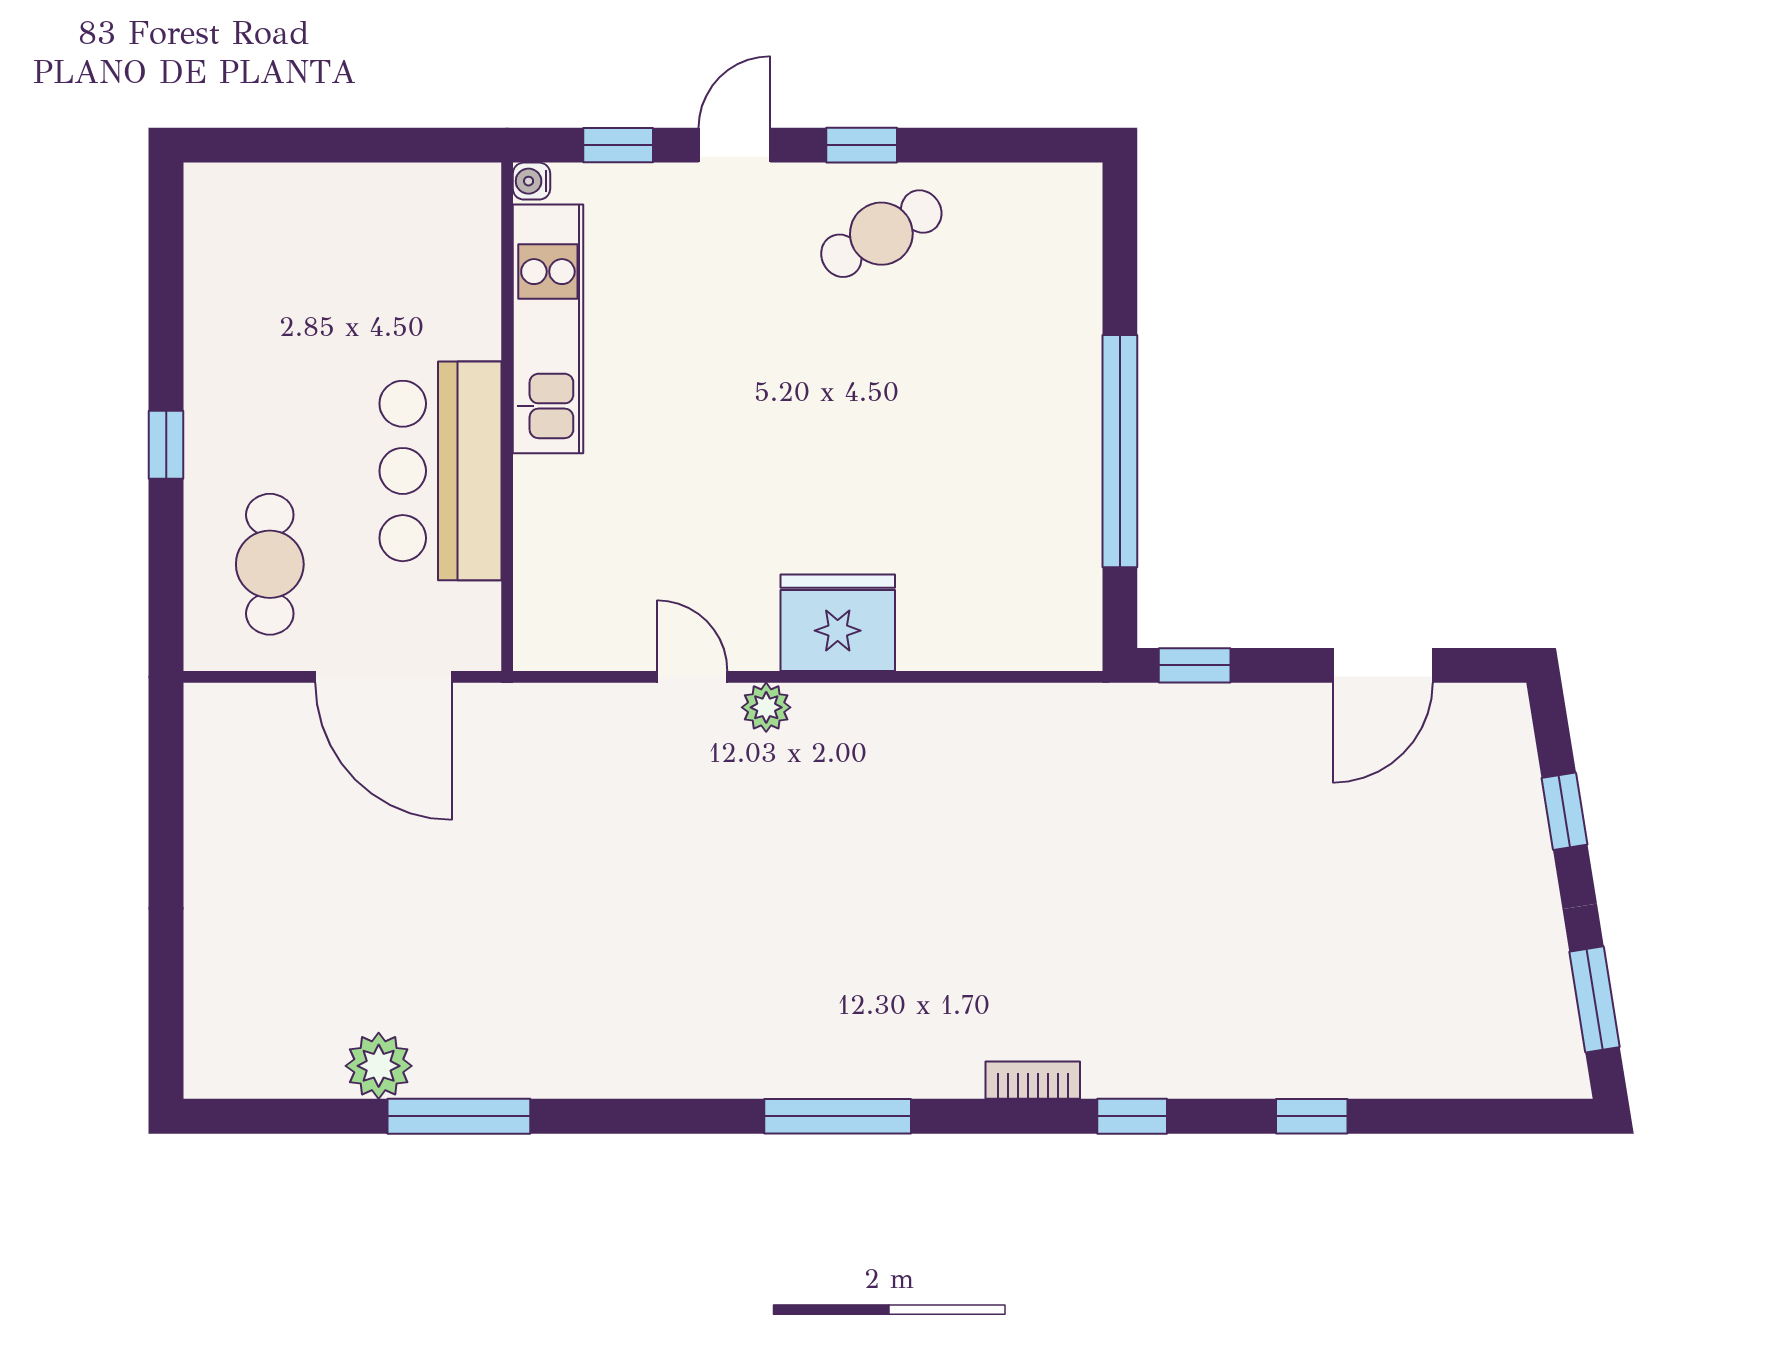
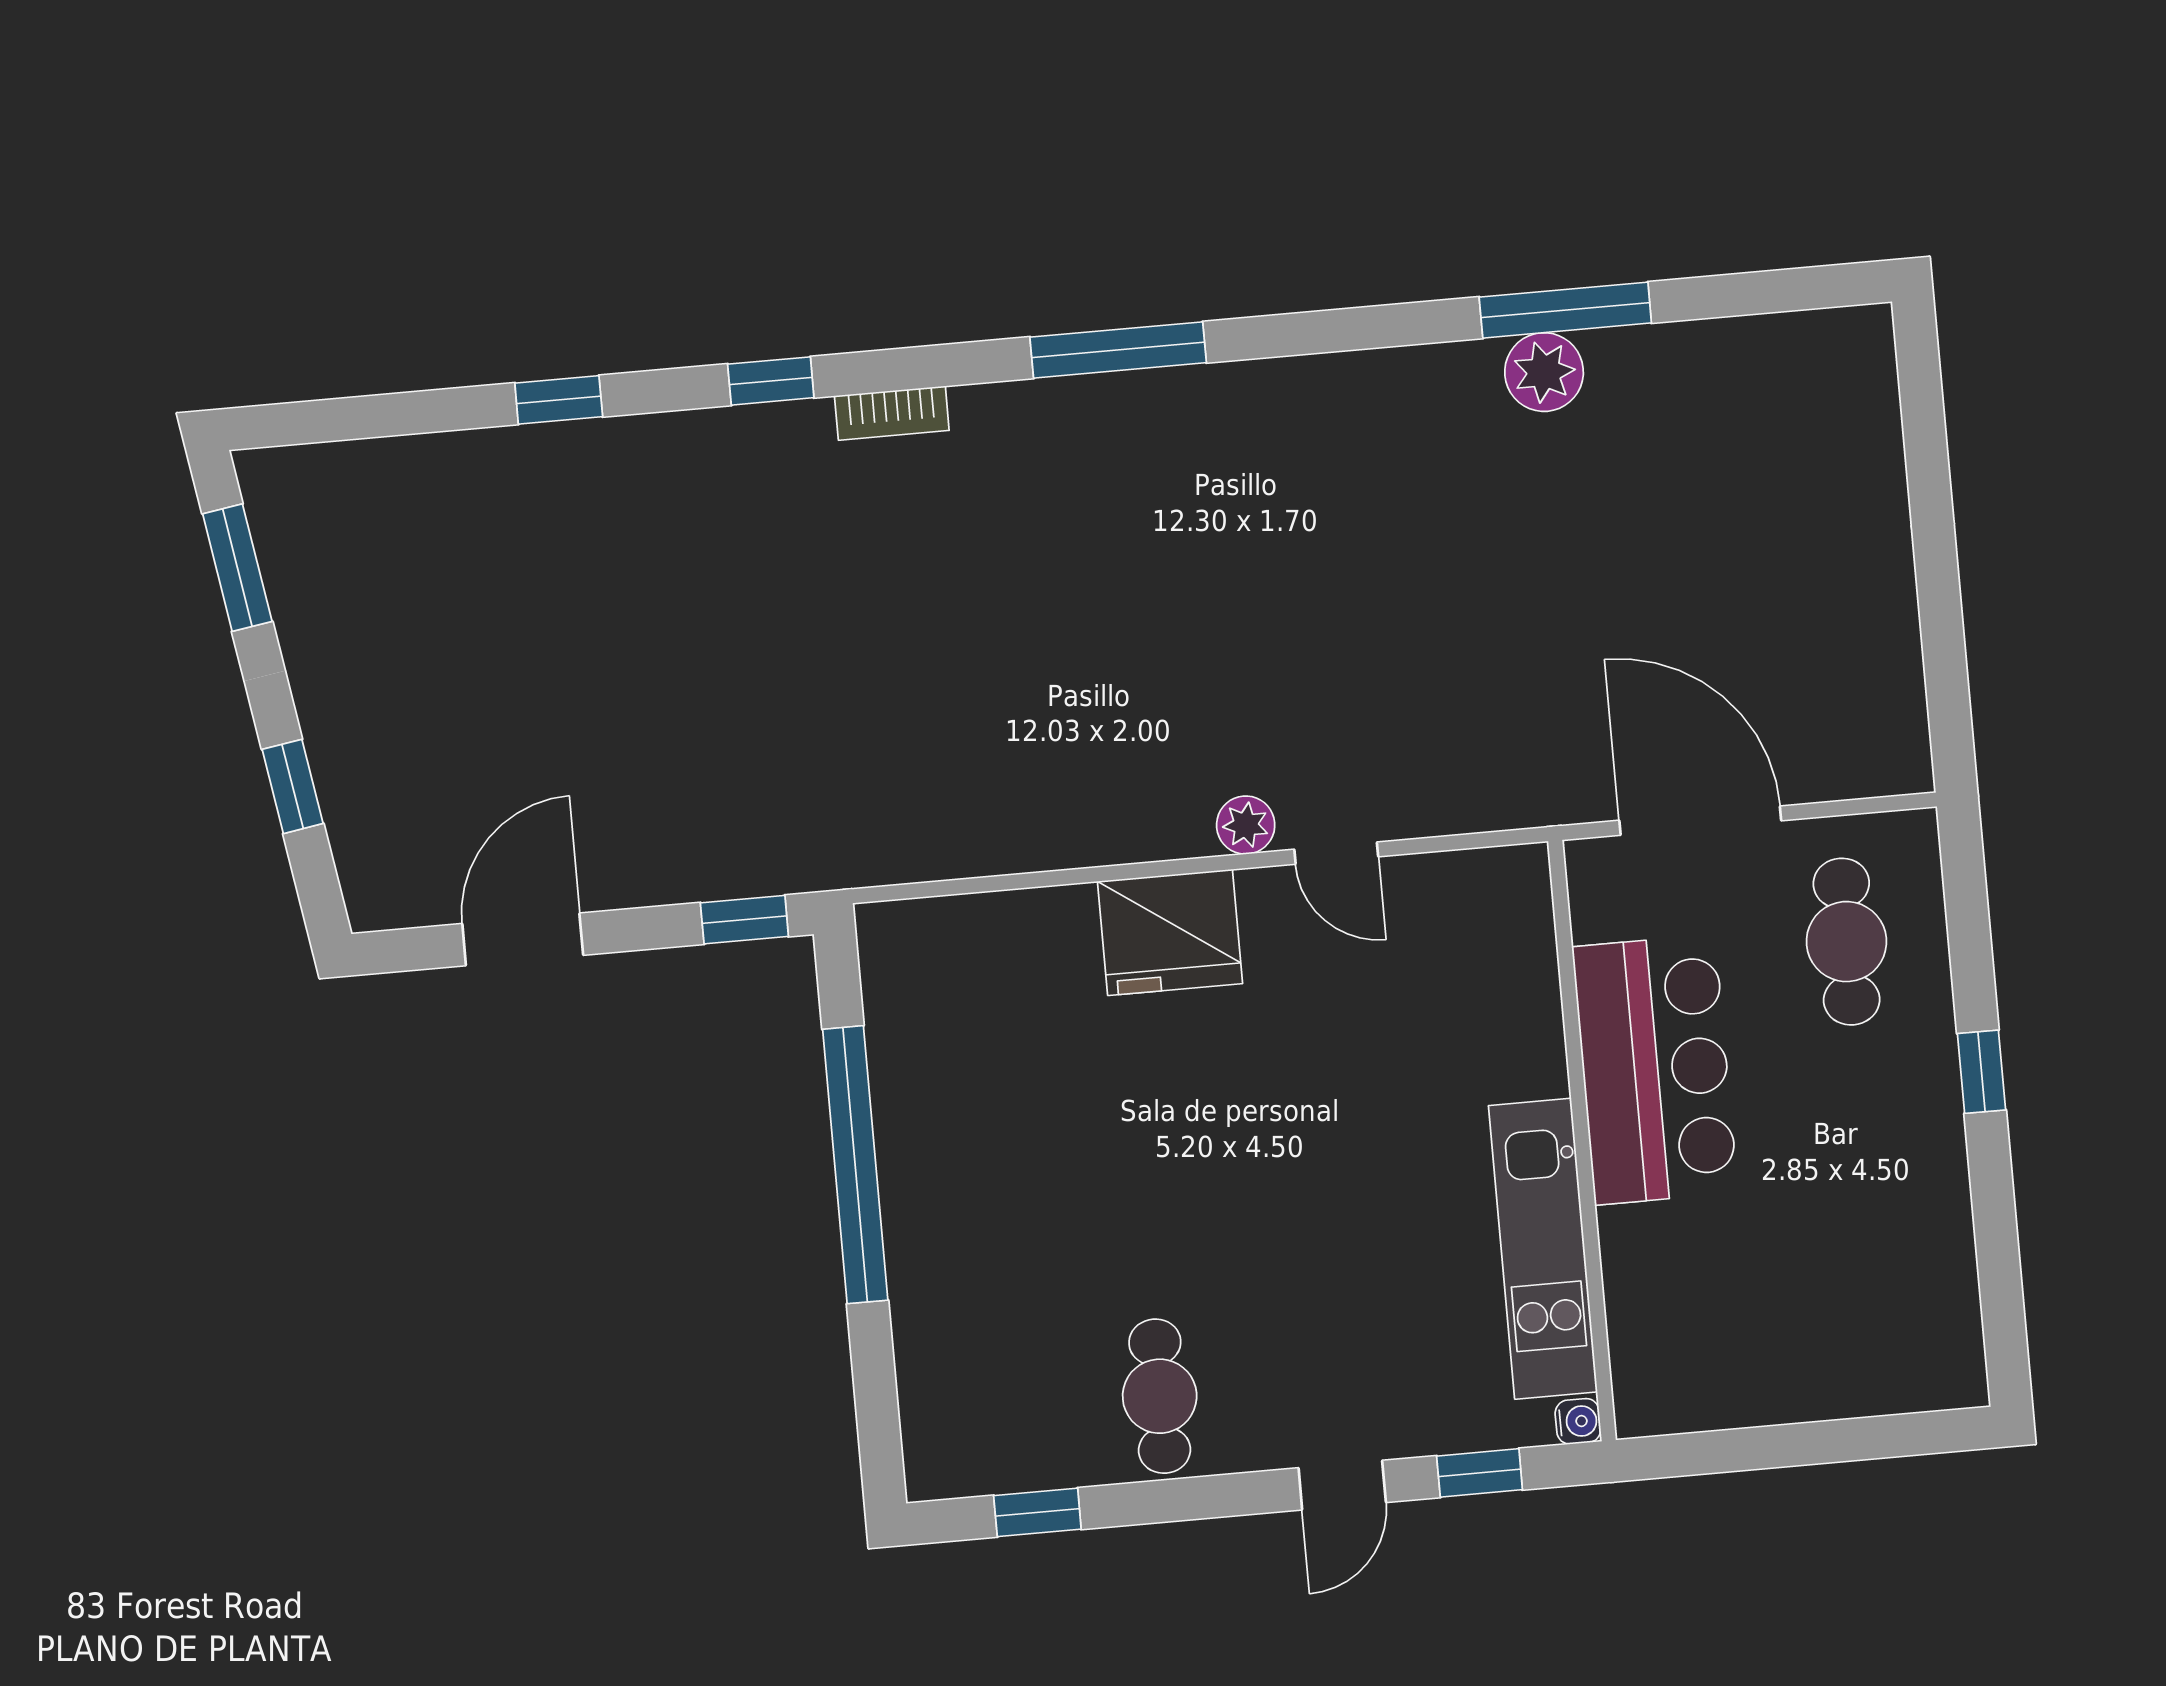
window: (862, 145) -> (1037, 1512), moved
cafe table: (881, 234) -> (1160, 1396), turned -61
plant: (379, 1066) -> (1544, 372), moved

